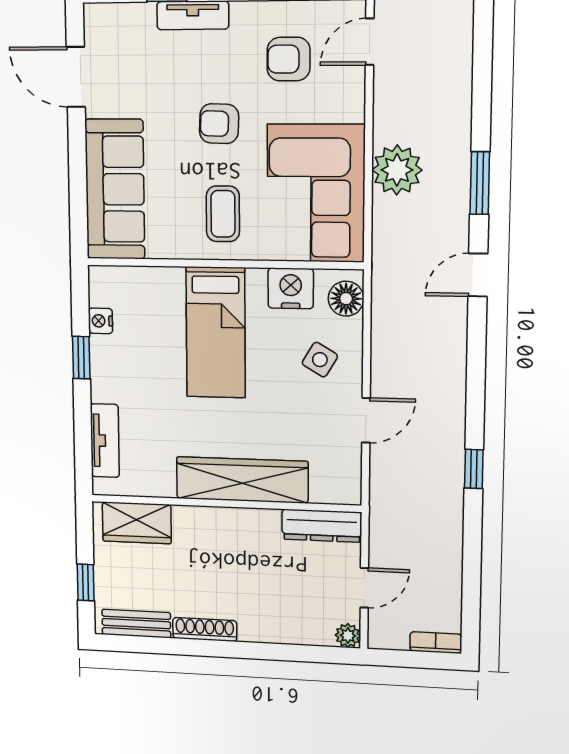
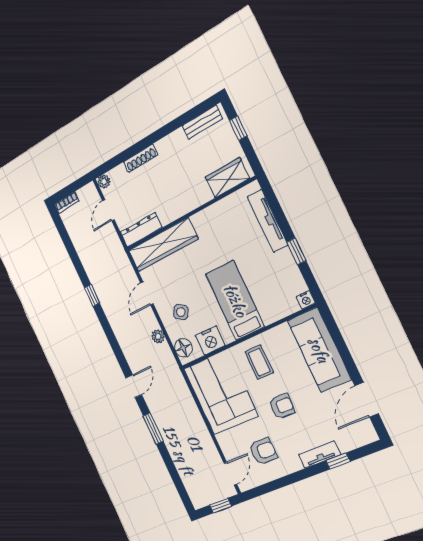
door: (76, 77) -> (367, 400), swing flipped
plant: (397, 170) -> (158, 336), moved, width x0.53, depth x0.53
nightstand: (100, 321) -> (306, 300), moved, turned 90
tv unit: (105, 441) -> (268, 221), width x1.41
wardrobe: (242, 480) -> (163, 245), moved
shoe rack: (205, 629) -> (141, 158), moved

